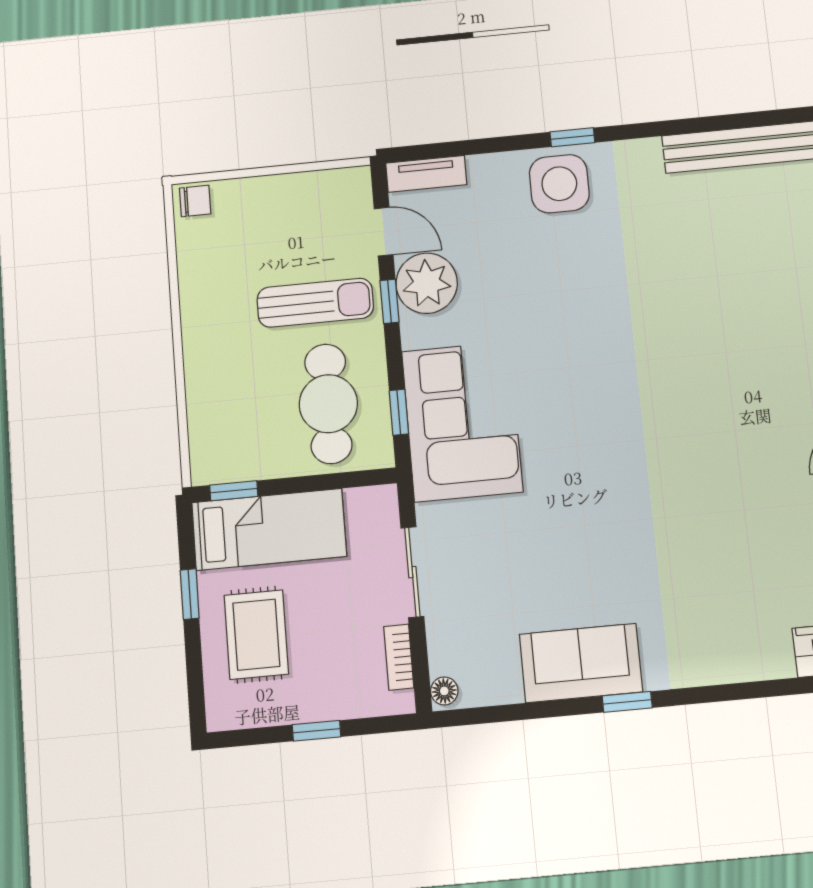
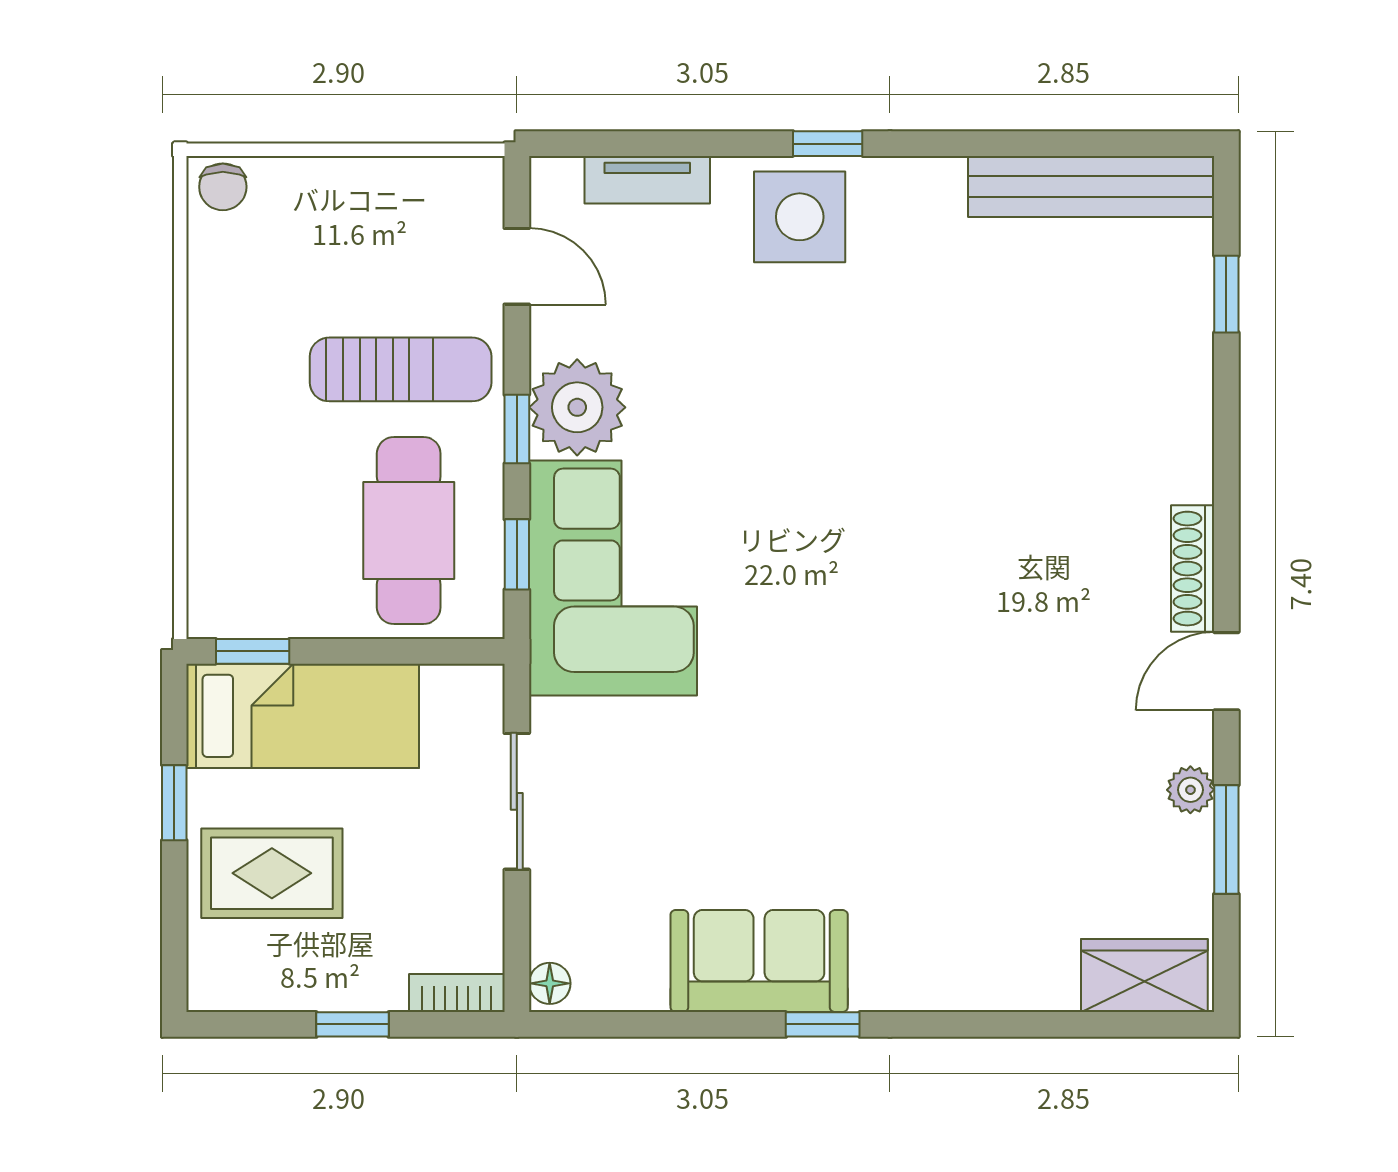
tv unit: (426, 174) -> (647, 180), moved
chair: (195, 201) -> (223, 187), turned 90
plant: (427, 283) -> (577, 407), moved
window: (389, 301) -> (517, 429), moved
rug: (256, 635) -> (272, 873), turned 90
bookcase: (399, 657) -> (457, 993), moved, turned 90

